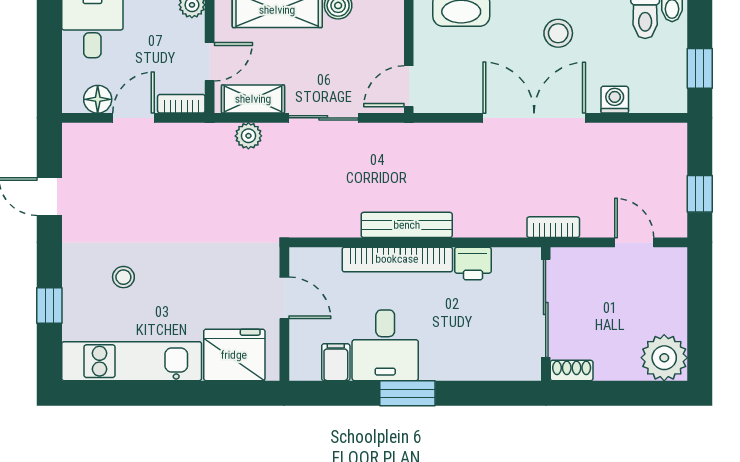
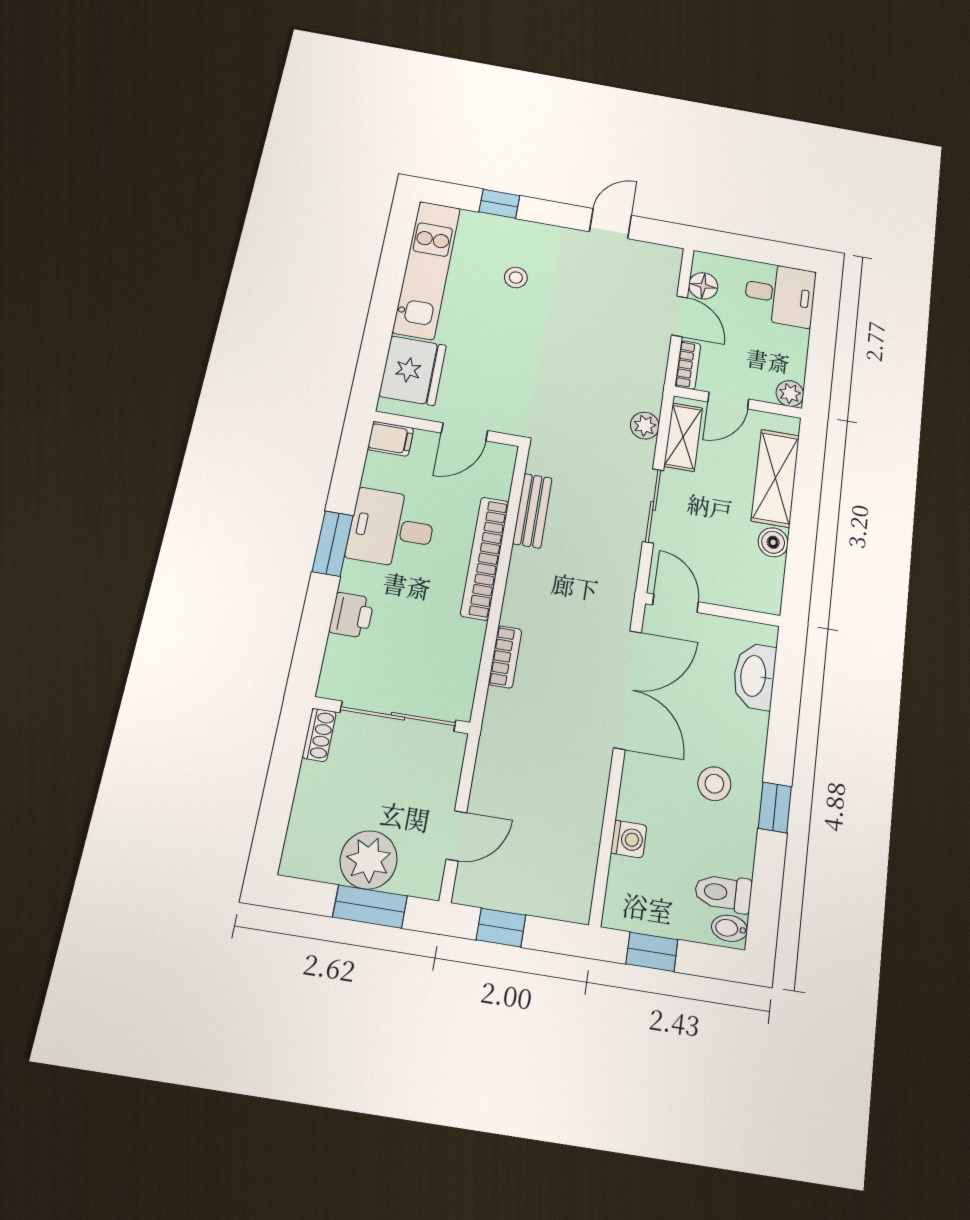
door: (210, 62) -> (728, 400), hinge flipped
double door: (534, 118) -> (628, 690), moved
bench: (407, 225) -> (532, 511), moved, width x0.73
bookcase: (553, 227) -> (505, 657), moved
printer: (473, 263) -> (352, 615), moved, turned 180
window: (700, 302) -> (370, 906), added
plant: (664, 358) -> (369, 860), moved
filing cabinet: (336, 362) -> (391, 439), moved

